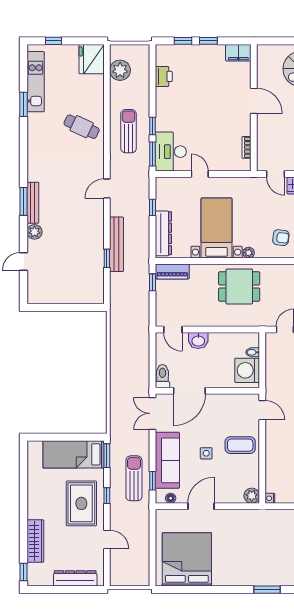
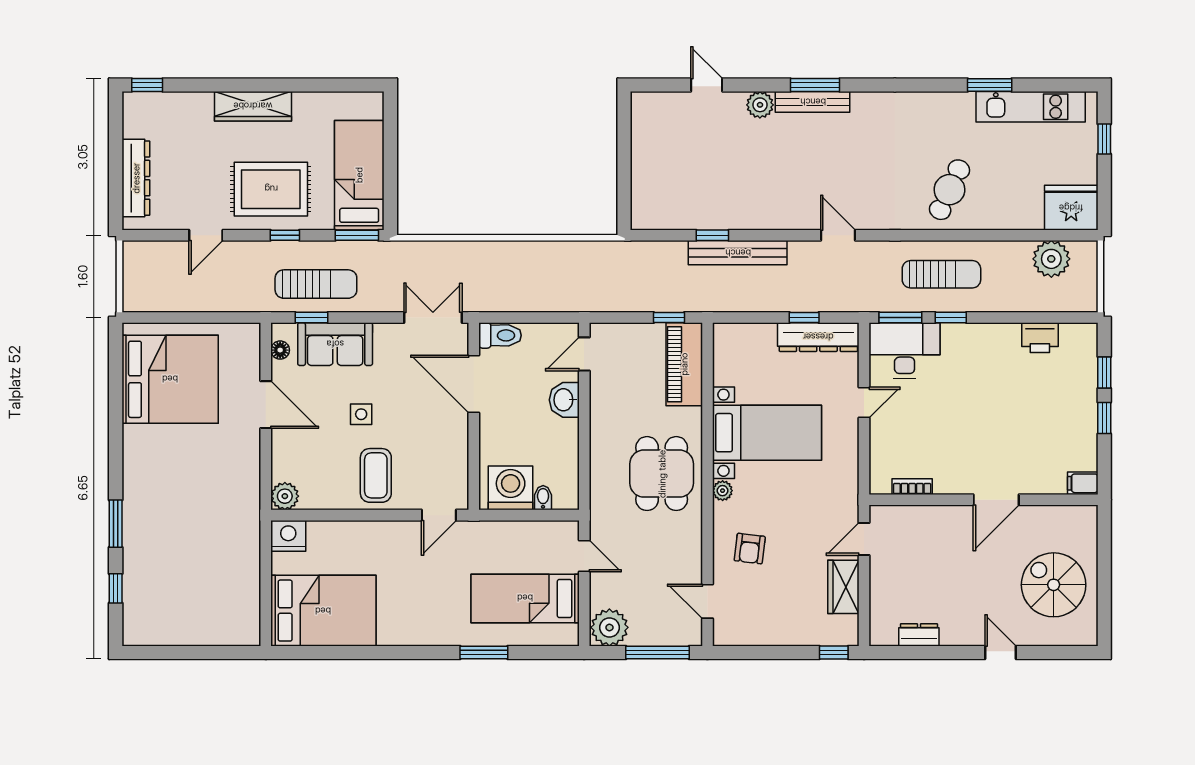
filing cabinet: (238, 53) -> (1083, 483), width x0.50
dresser: (163, 233) -> (818, 337), moved
piano: (172, 271) -> (684, 364), width x1.37, depth x1.33
sofa: (167, 460) -> (335, 344), width x0.73
nightstand: (270, 498) -> (288, 536), width x1.89, depth x1.79
wardrobe: (35, 541) -> (253, 106), moved

